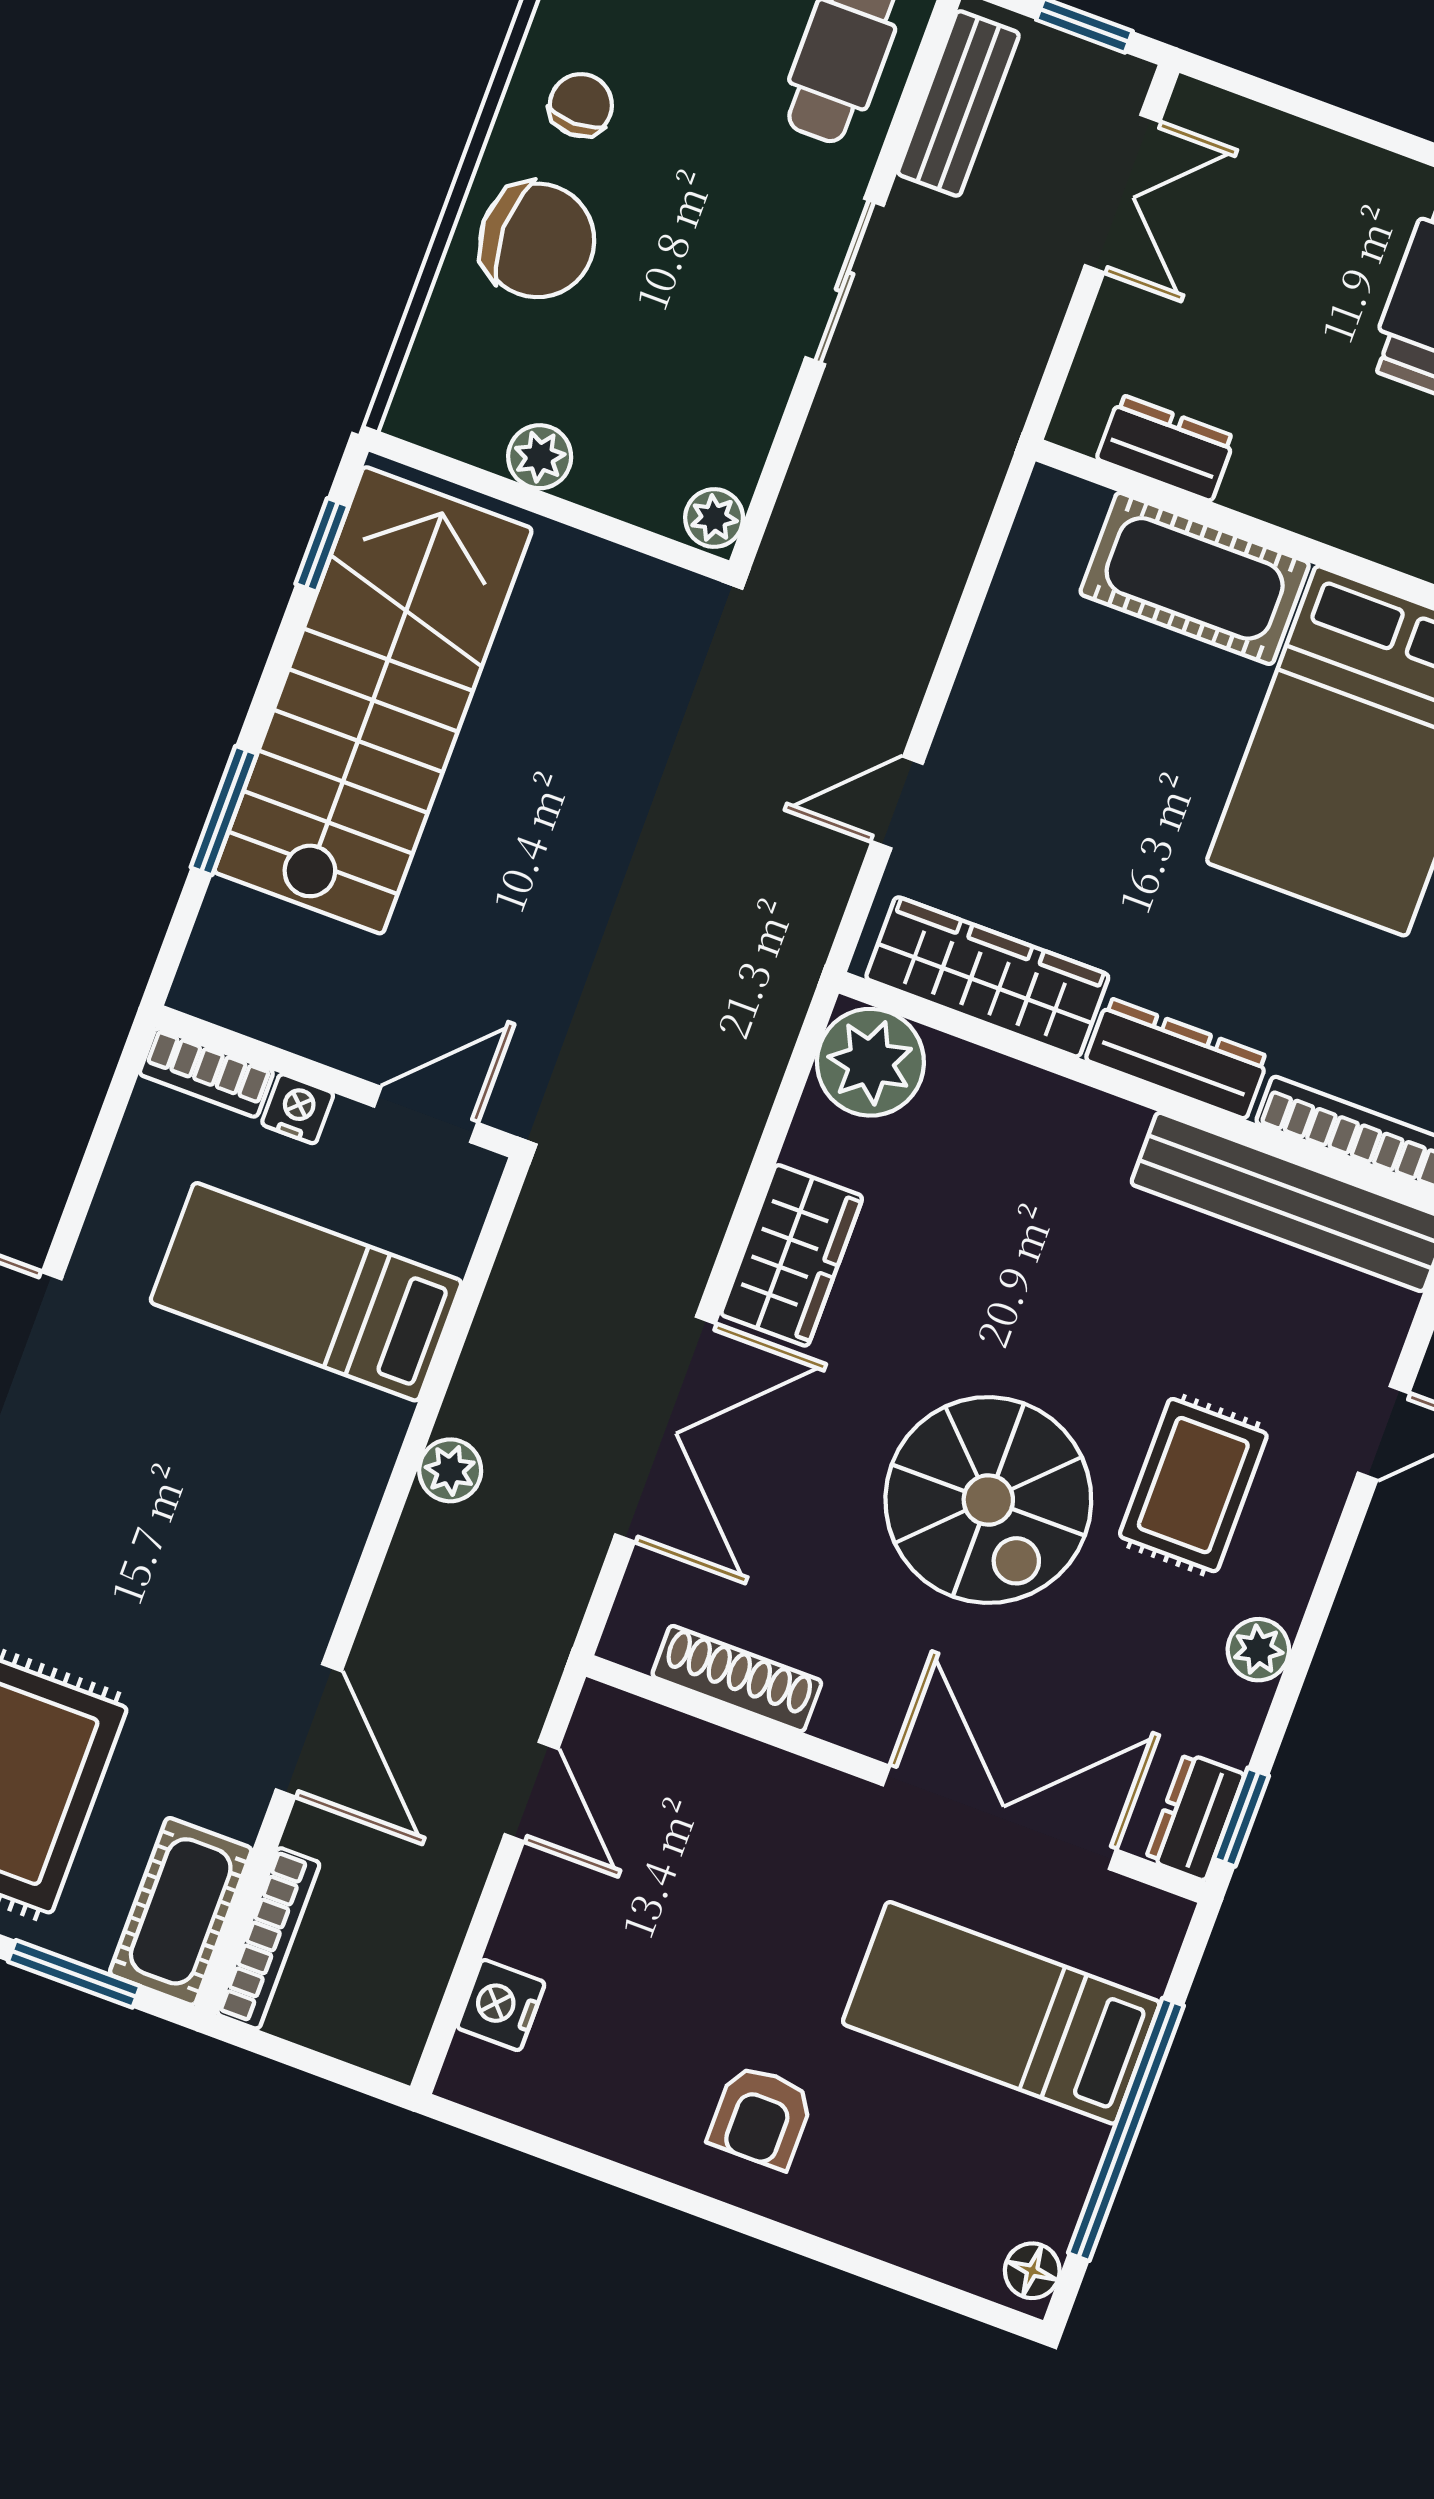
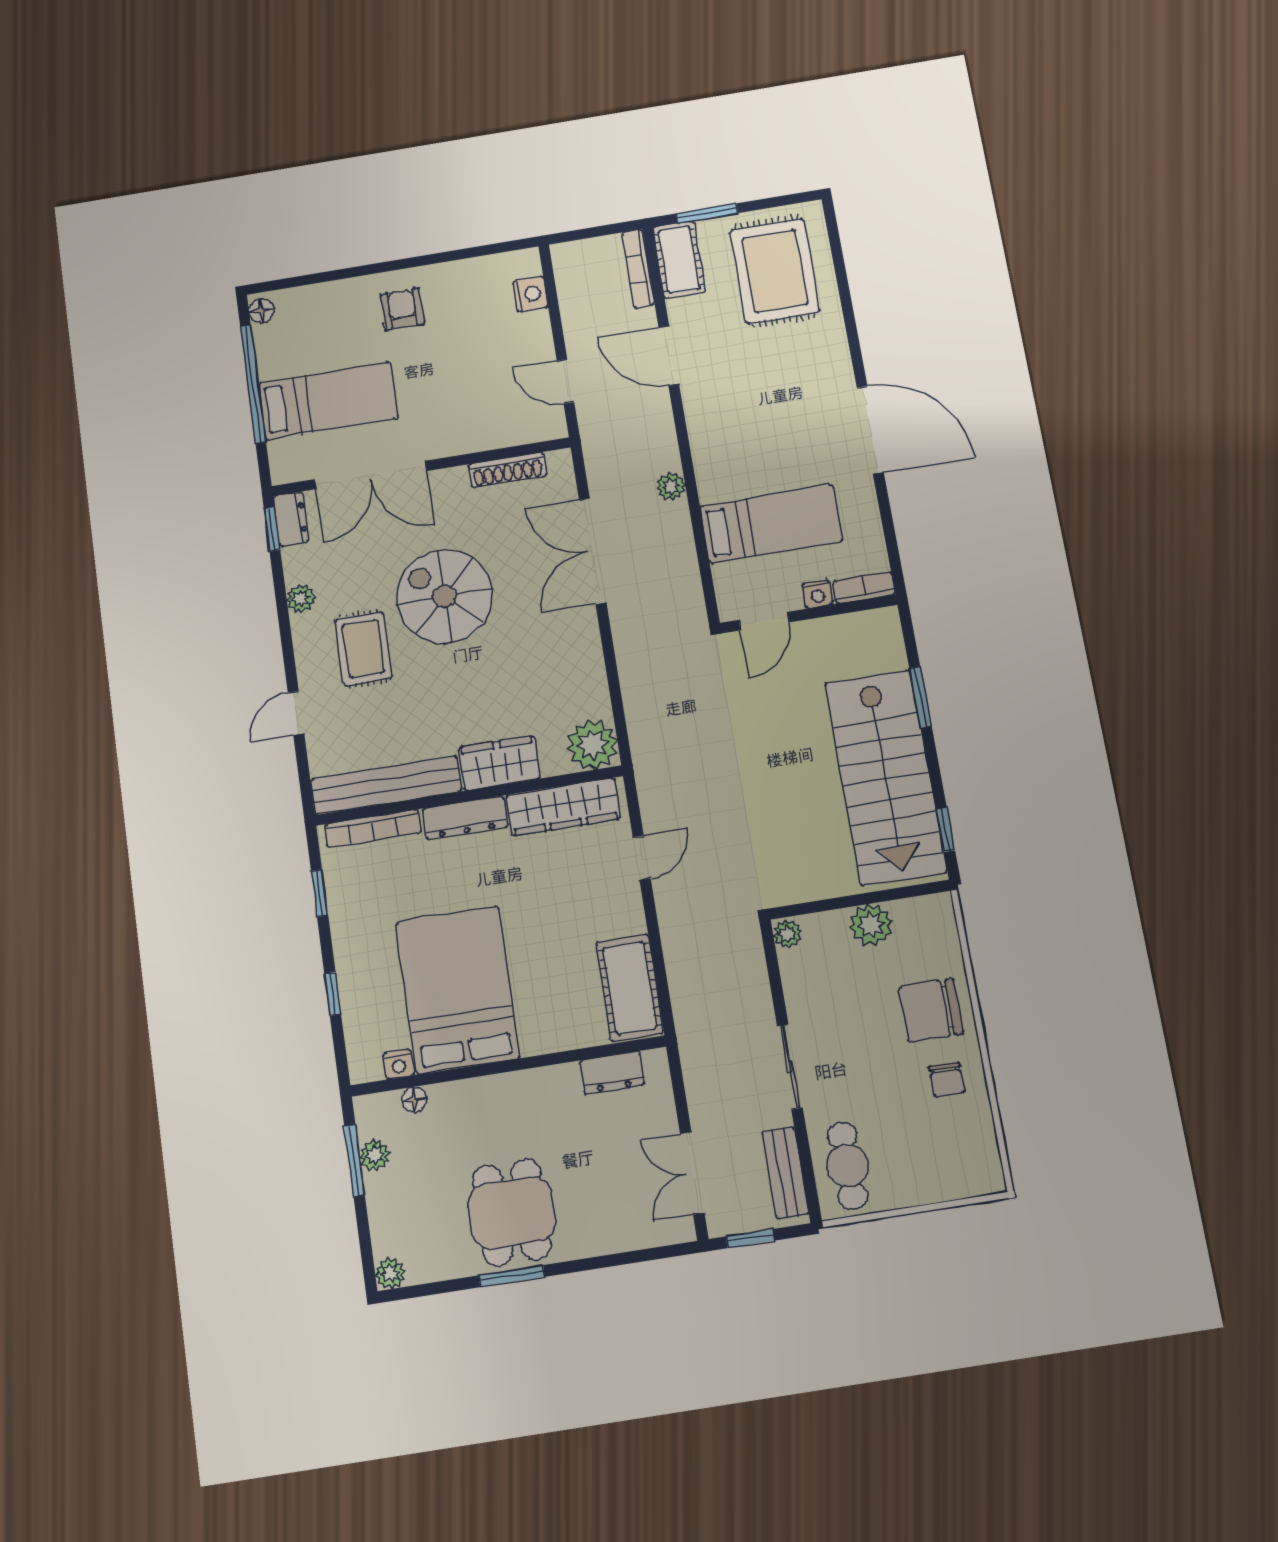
plant: (540, 457) -> (871, 925), width x1.38, depth x1.38
cot: (1195, 578) -> (630, 988), moved, turned 90
wardrobe: (792, 1255) -> (499, 763), moved, turned 90

